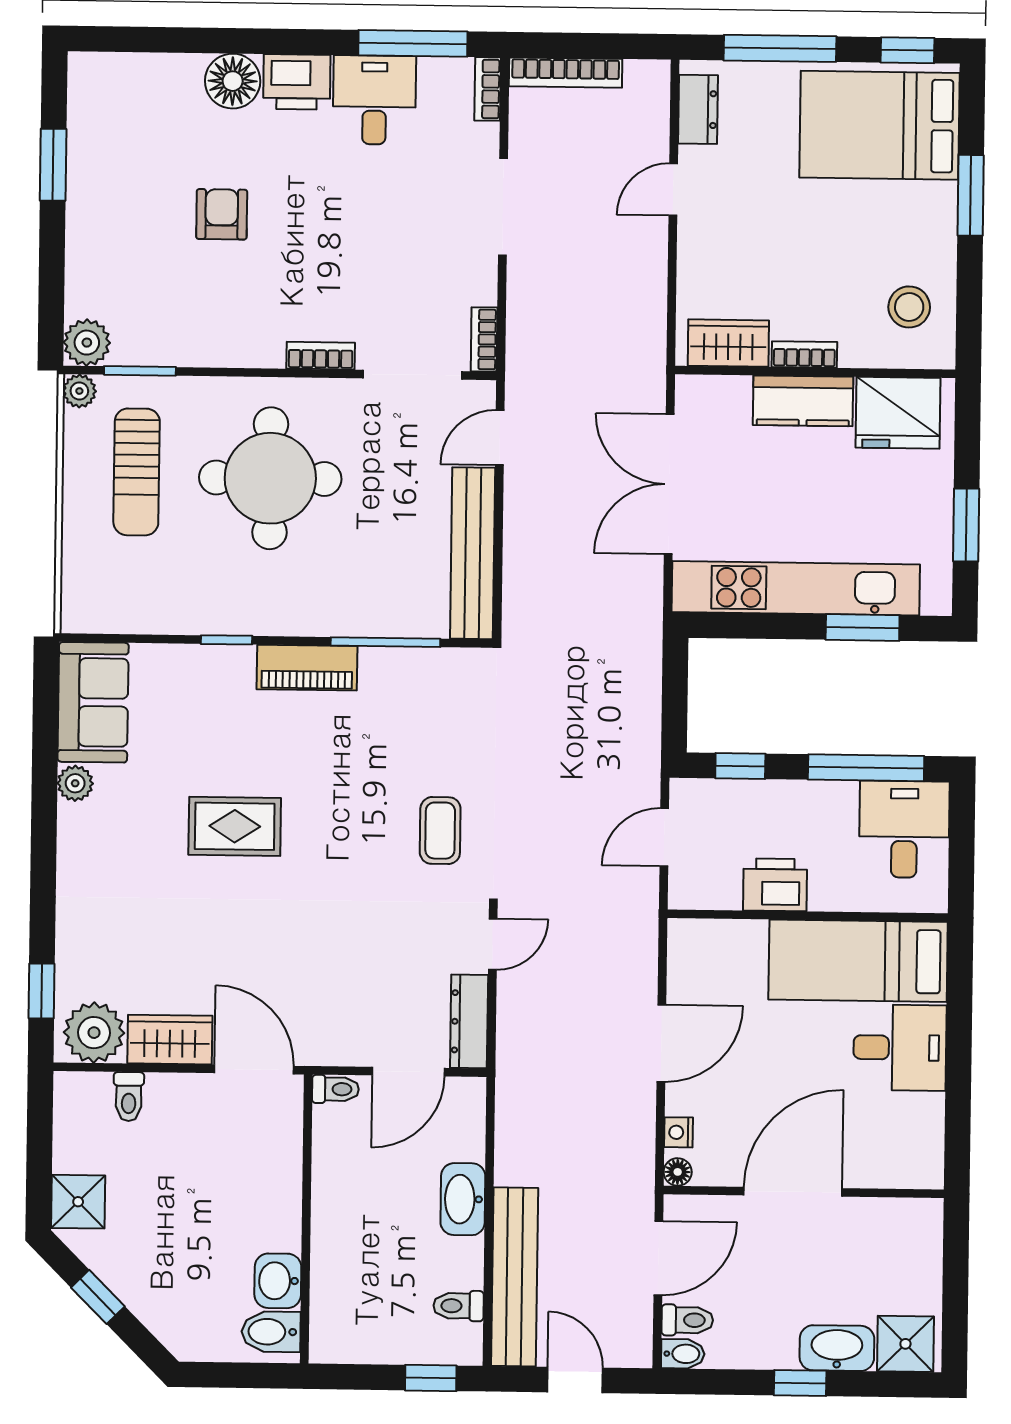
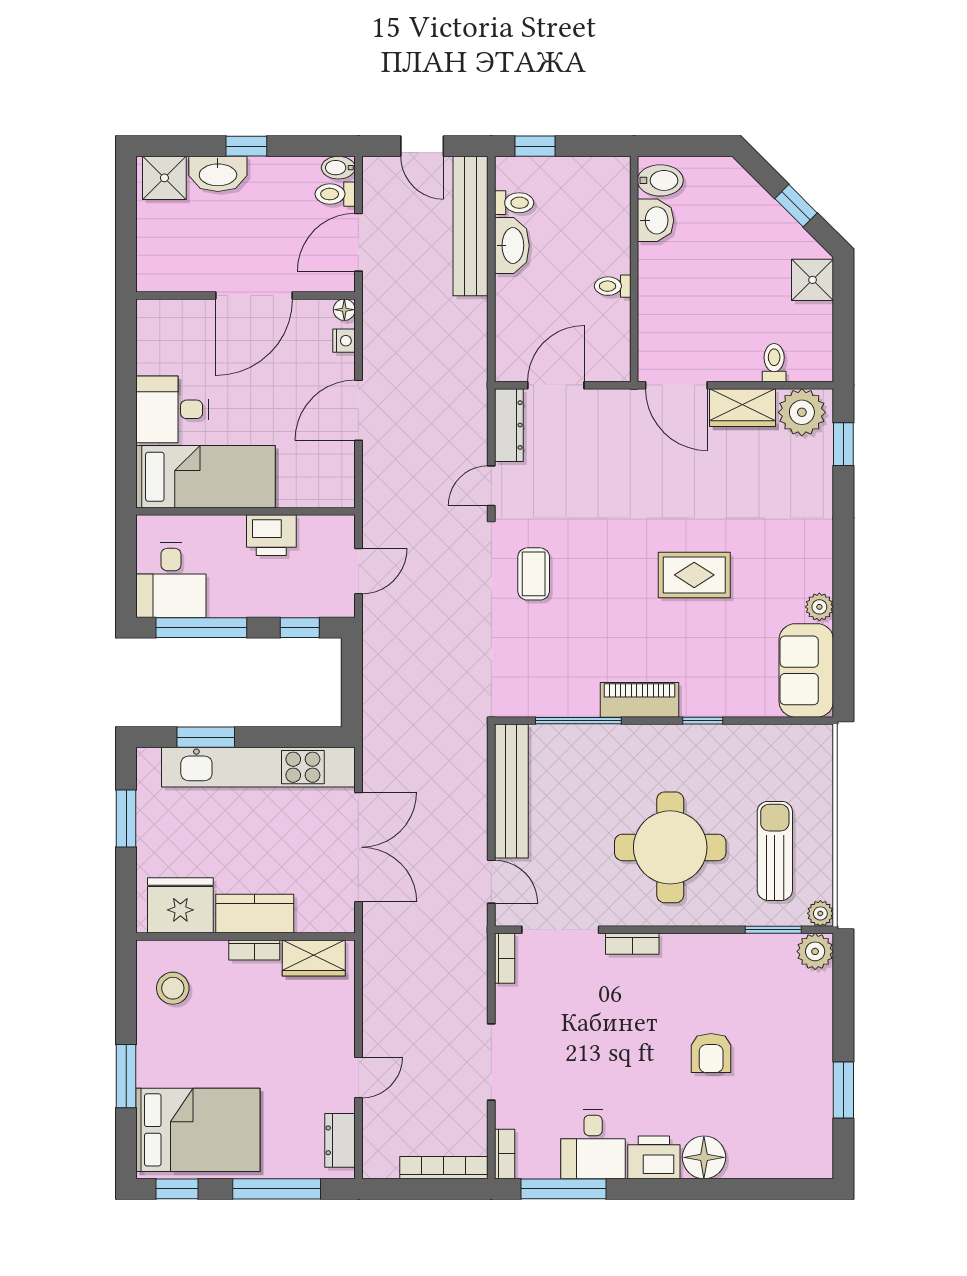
door: (500, 438) -> (491, 882), hinge flipped
toilet: (335, 1089) -> (613, 286), moved
washbasin: (463, 1199) -> (512, 246), moved

